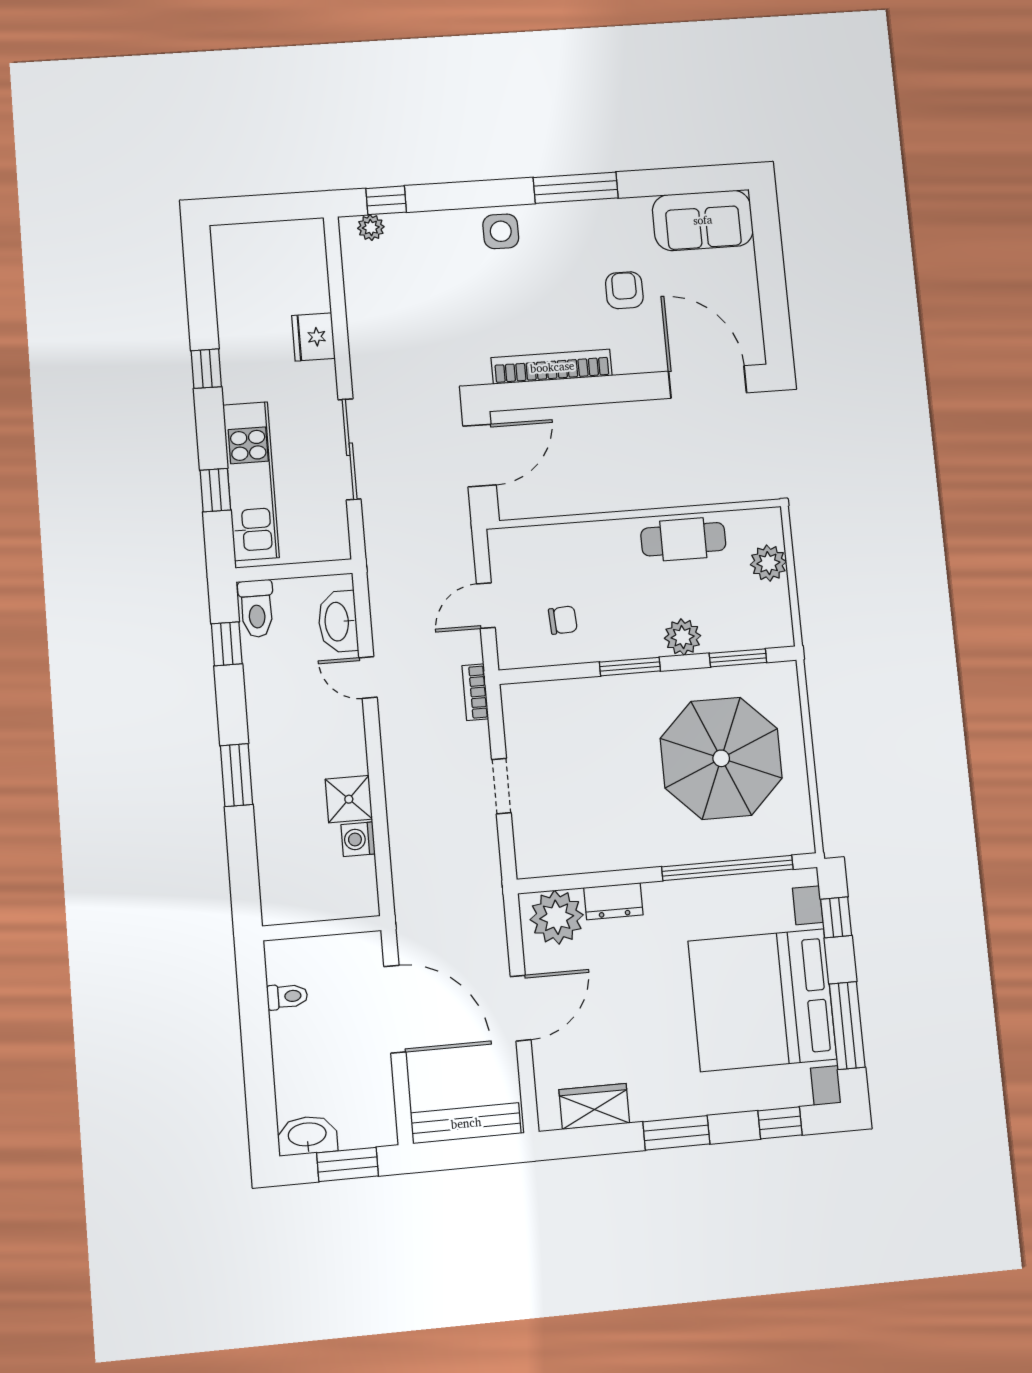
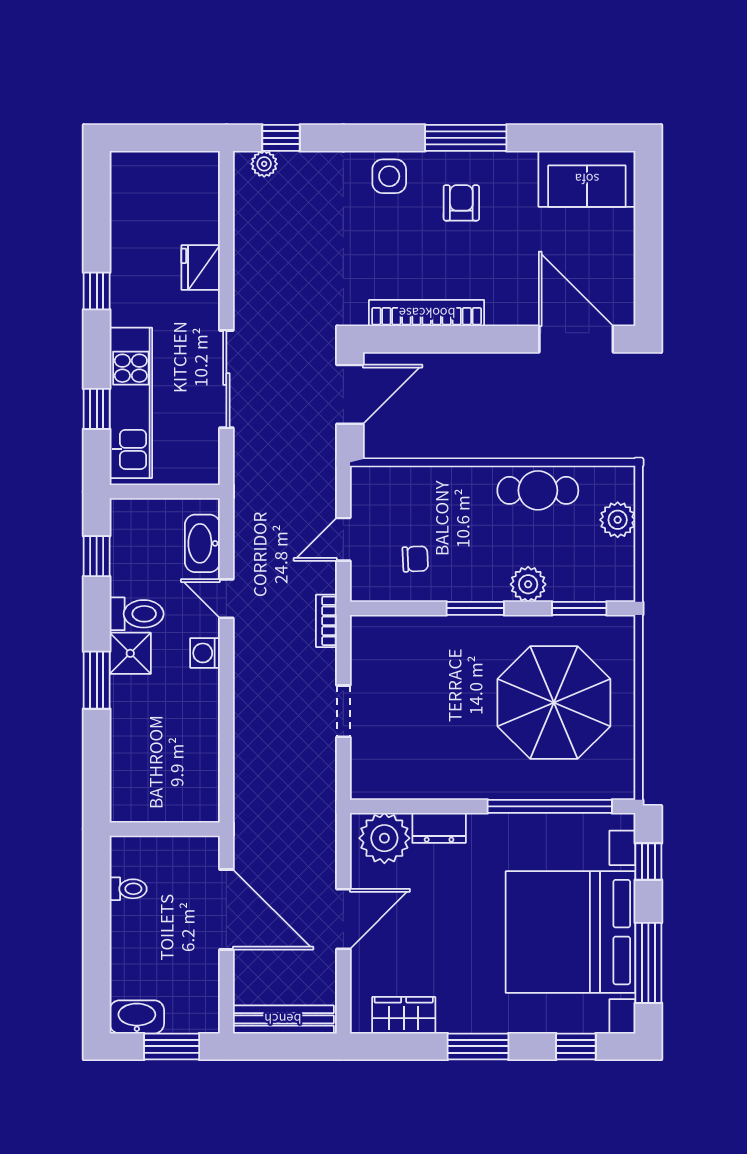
armchair: (624, 290) -> (461, 203), moved
toilet: (257, 609) -> (137, 614), moved, turned -90
shower: (349, 799) -> (130, 653), moved
washing machine: (358, 839) -> (205, 653), moved

